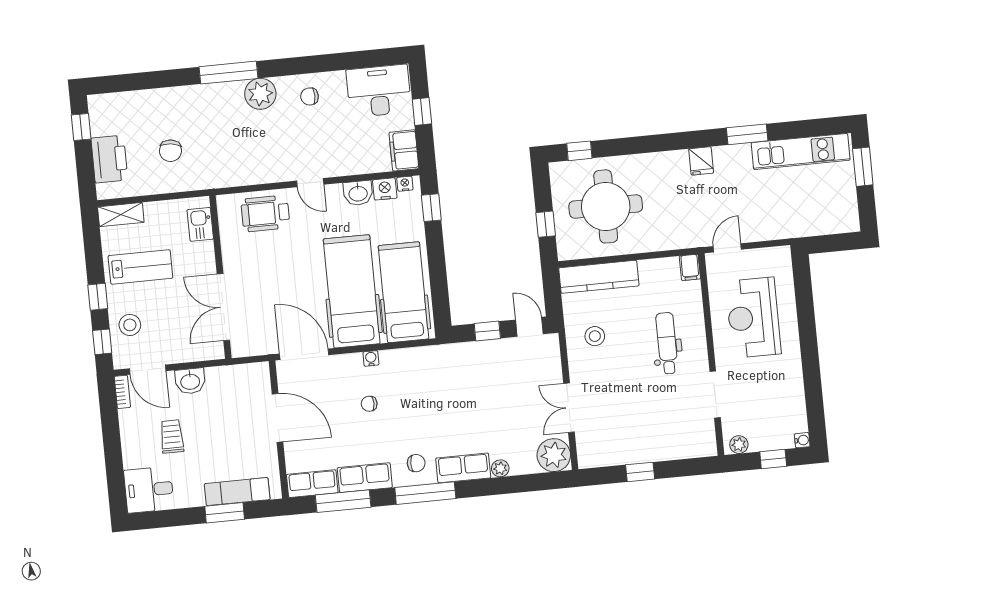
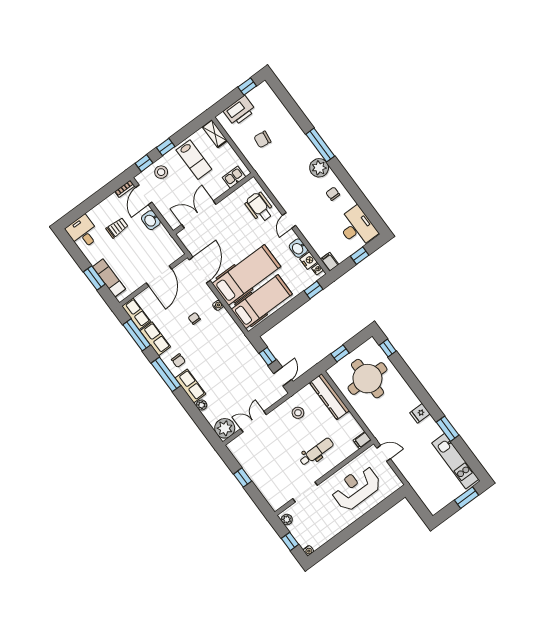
filing cabinet: (404, 150) -> (330, 262), width x0.50

